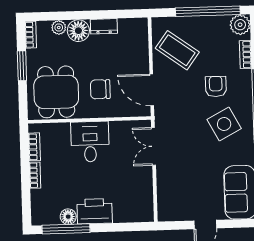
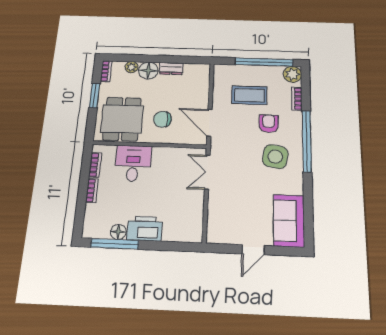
coffee table: (177, 50) -> (249, 95), moved, turned -36
side table: (224, 124) -> (275, 157), turned 37
desk: (90, 142) -> (133, 163), moved

